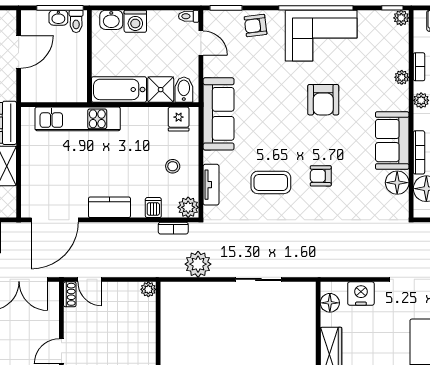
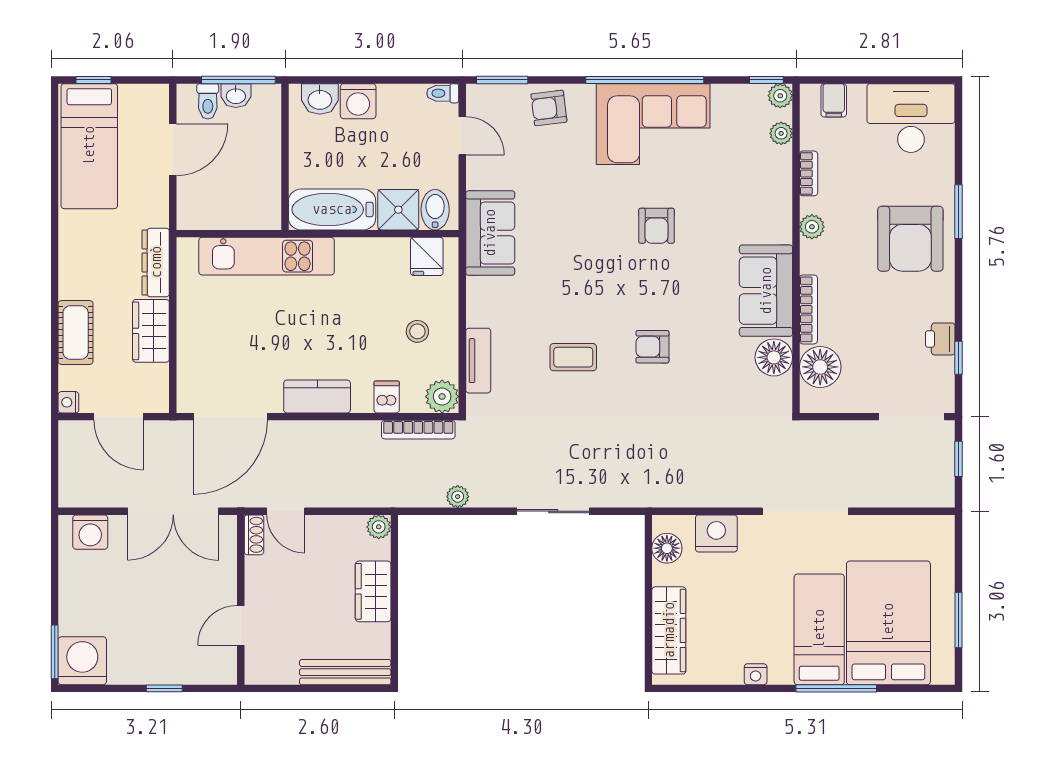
toilet: (76, 21) -> (208, 101), moved
plant: (402, 77) -> (781, 133), moved
armchair: (323, 100) -> (656, 226), width x0.72, depth x0.72
sofa: (219, 114) -> (490, 233), width x0.73
coffee table: (271, 182) -> (573, 357), width x0.73, depth x0.77
bookcase: (173, 228) -> (418, 430), width x1.56
plant: (198, 264) -> (458, 497), width x0.53, depth x0.53
wardrobe: (145, 330) -> (373, 591), added

